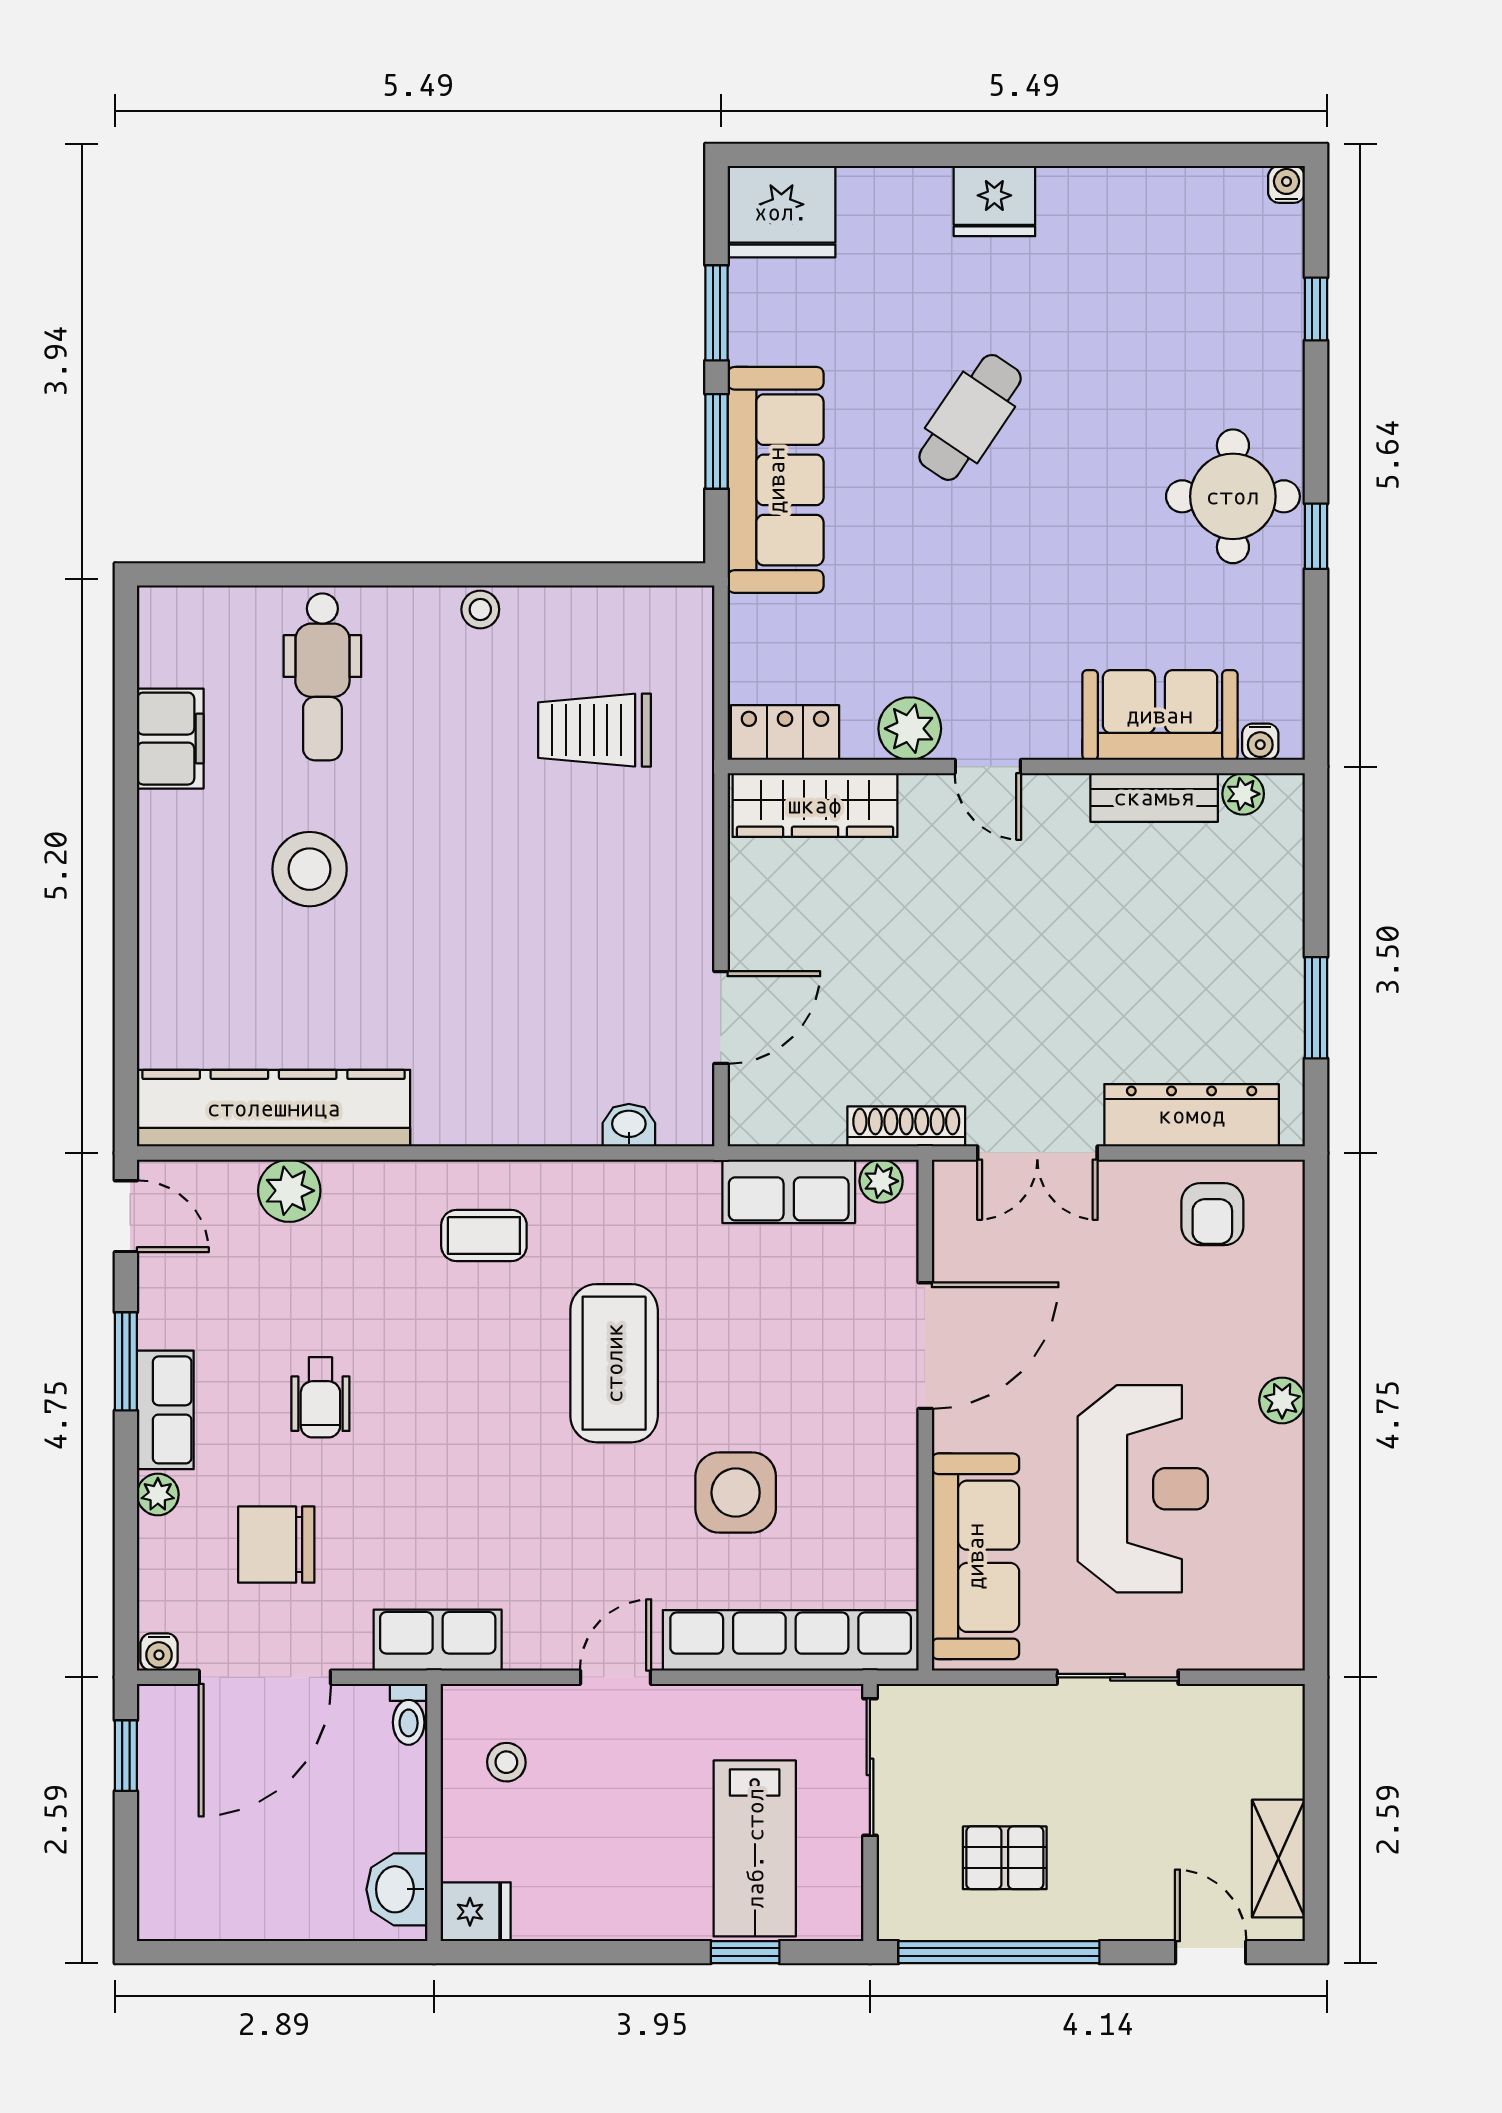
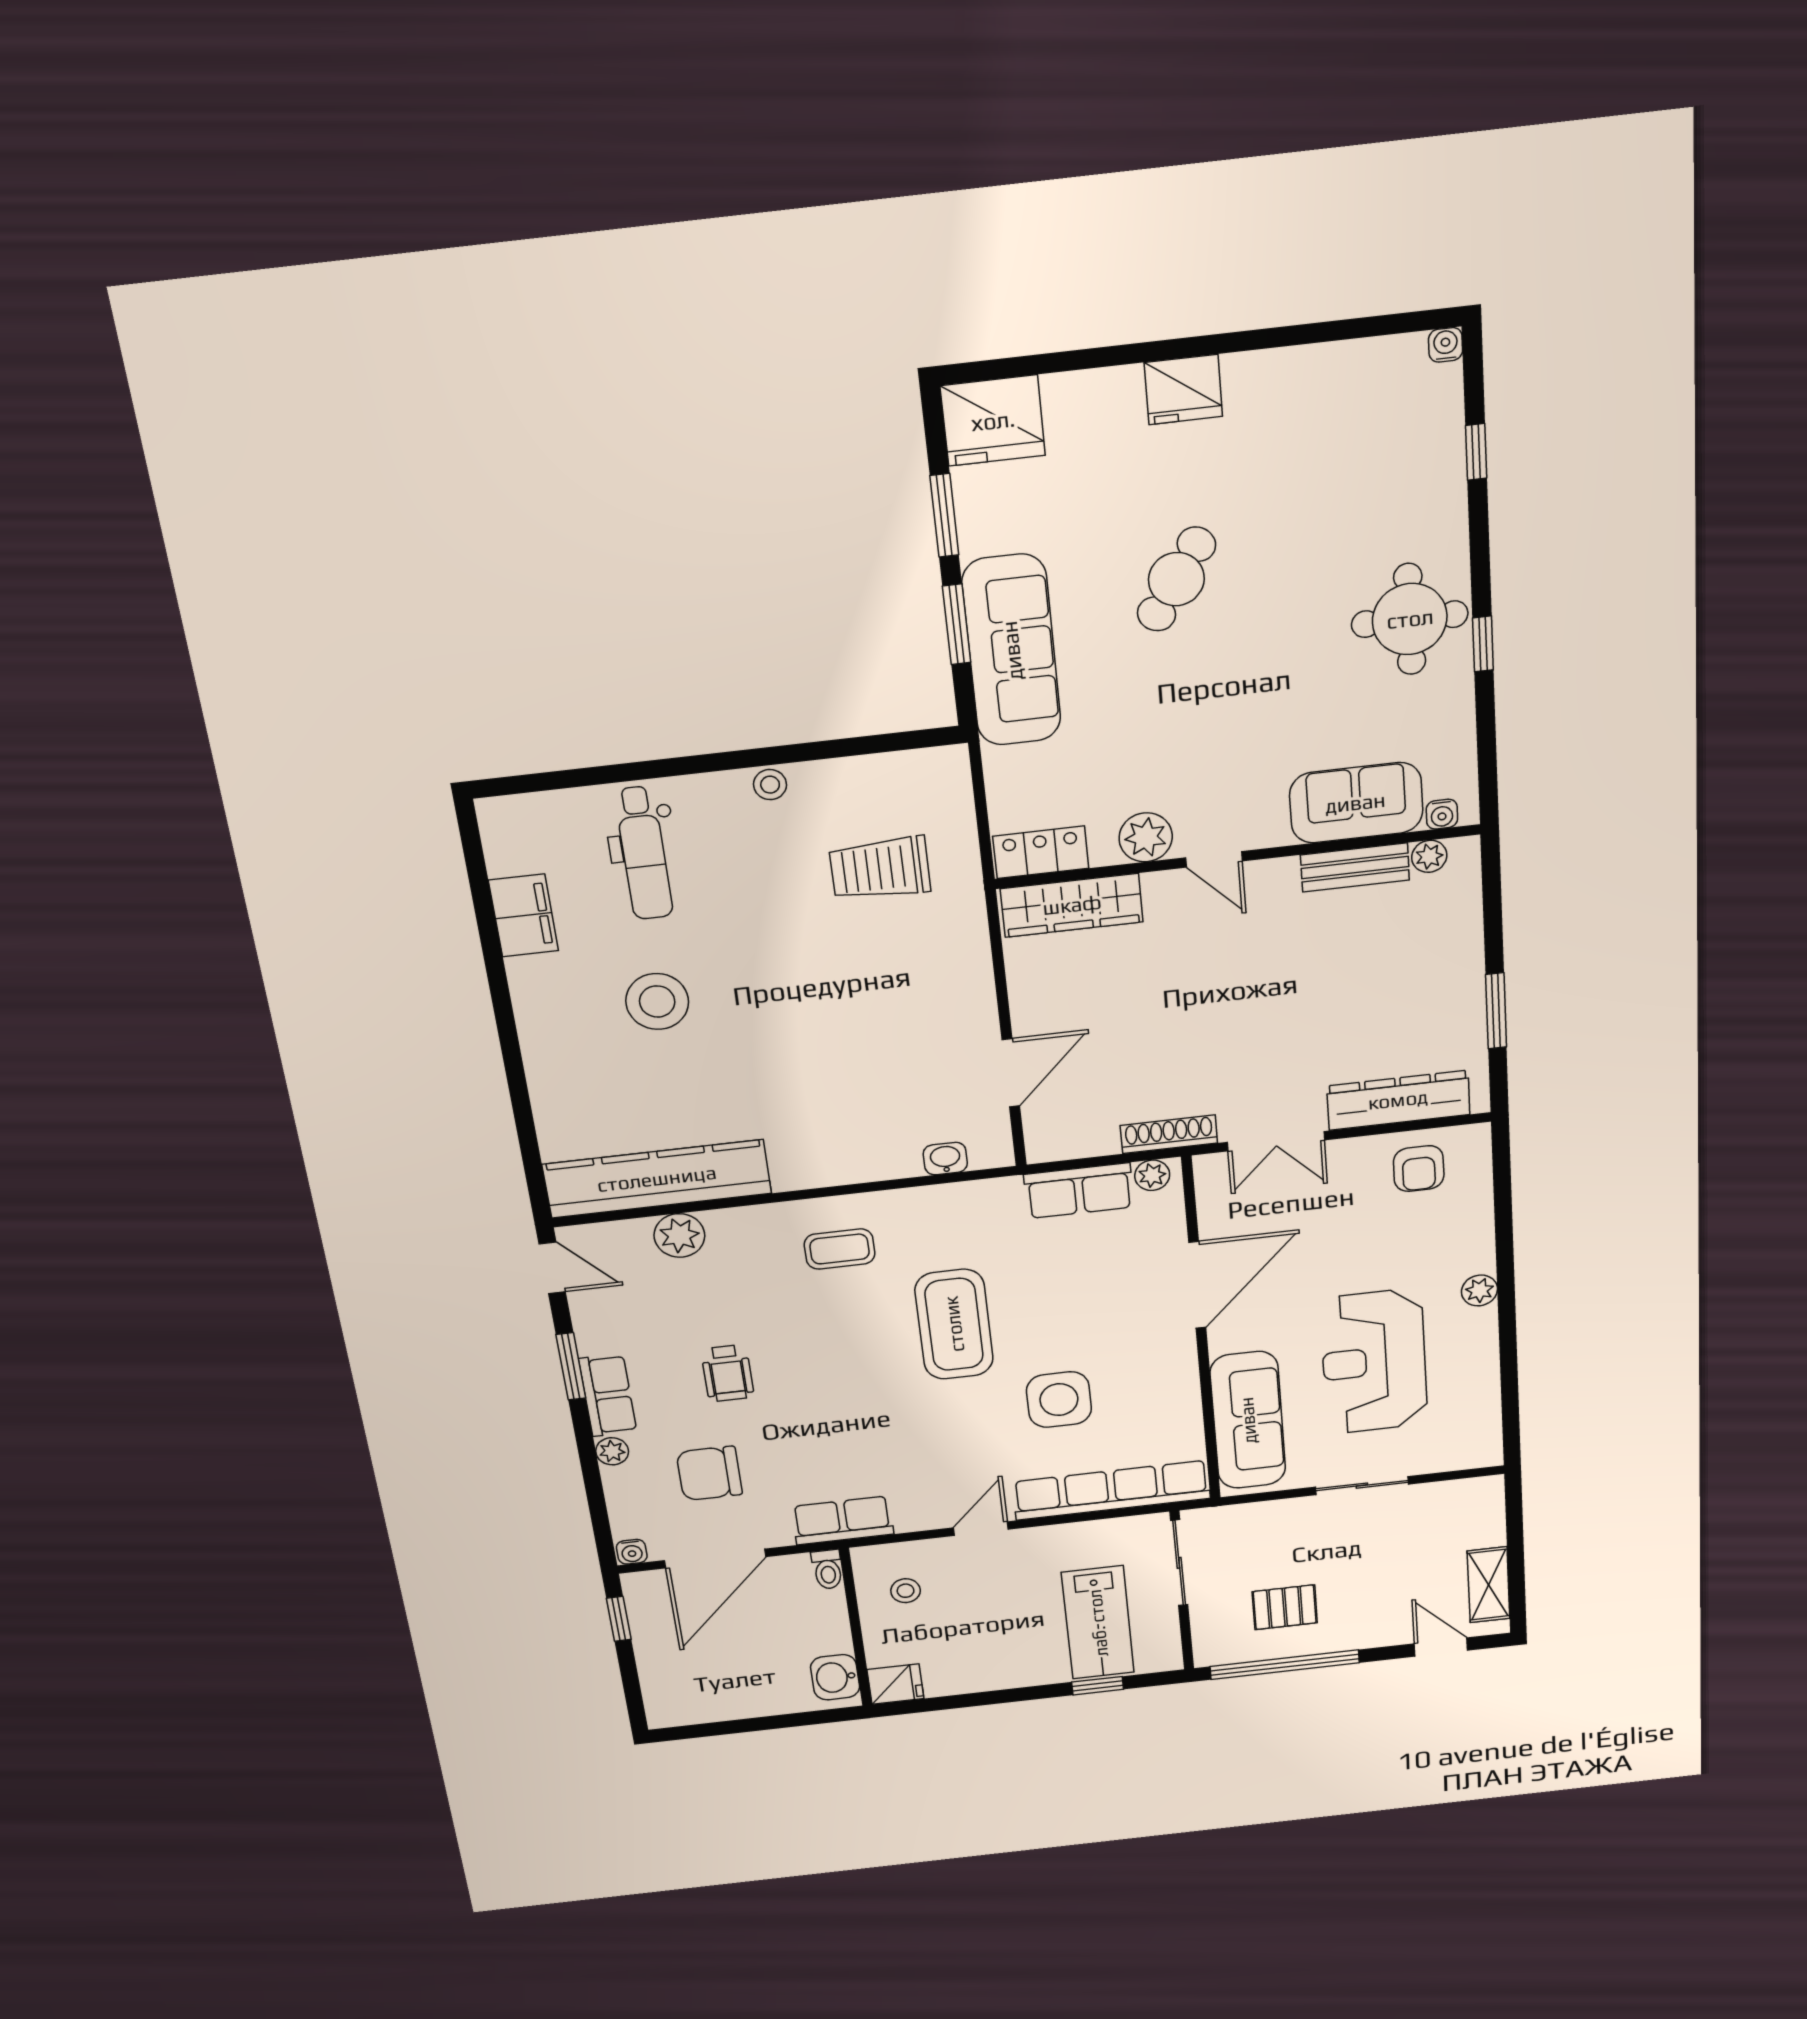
reception desk: (1143, 1489) -> (1374, 1362), turned 180

